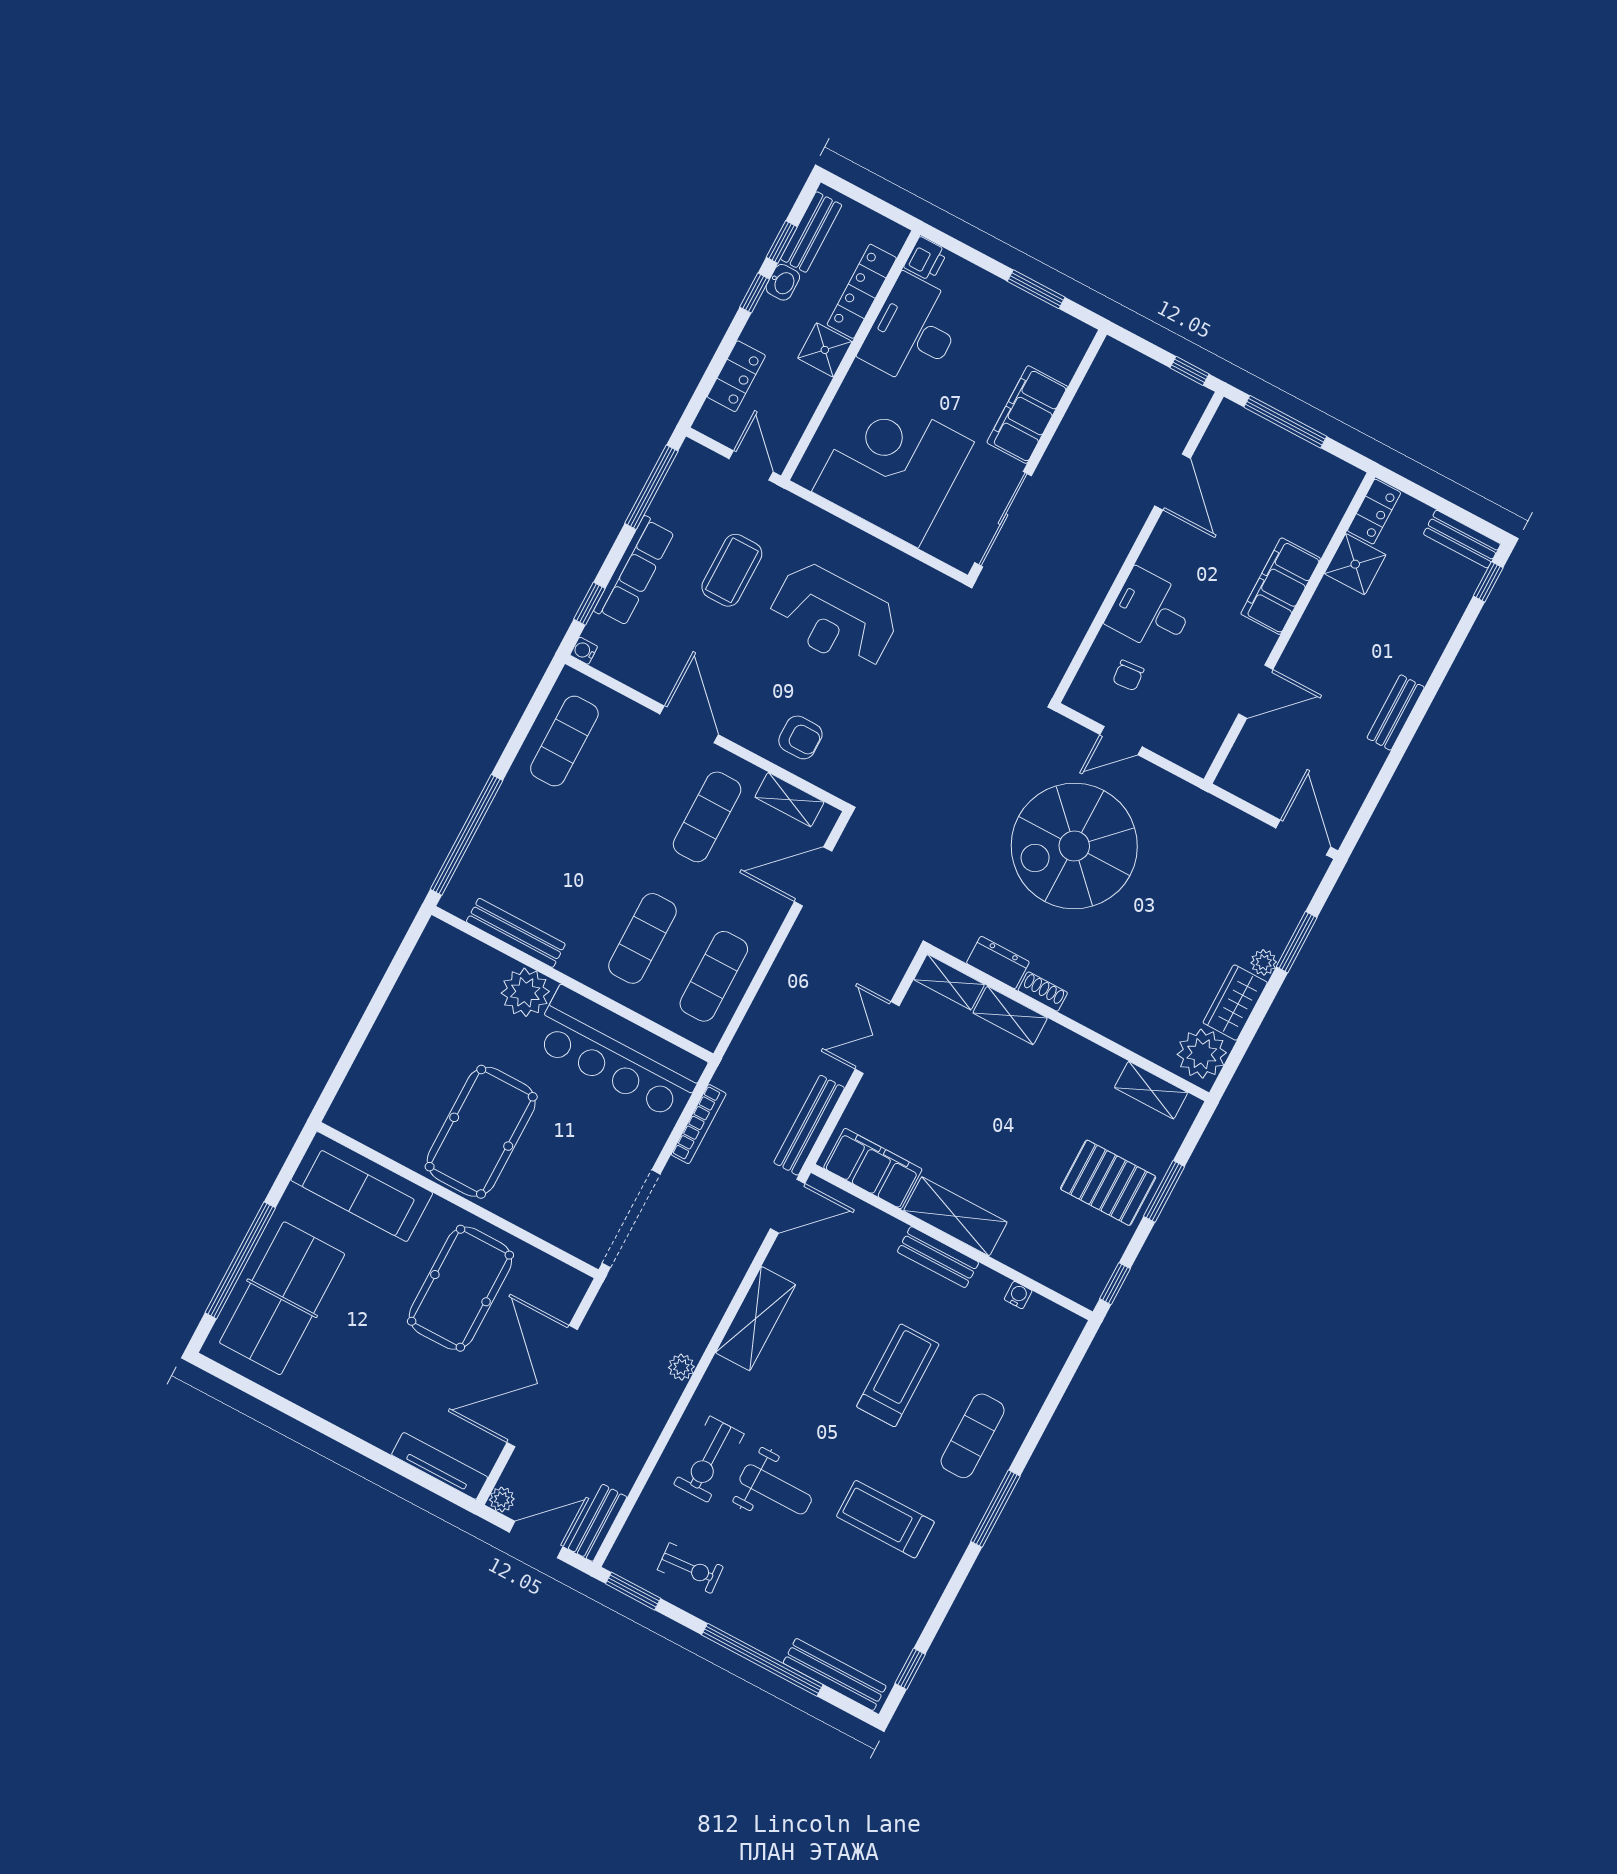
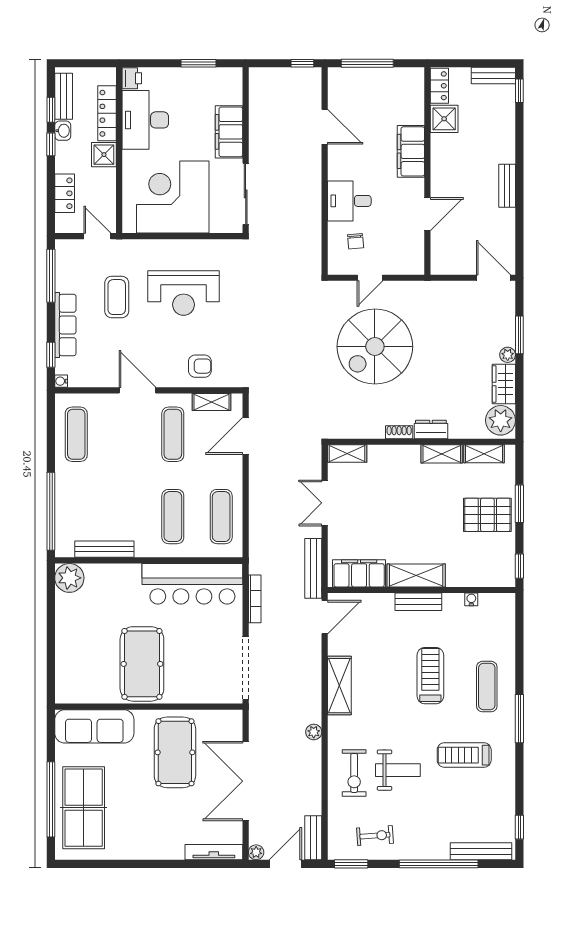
dresser: (998, 963) -> (431, 429), moved
plant: (525, 992) -> (69, 578), moved
shelving: (1010, 1015) -> (442, 454), moved

